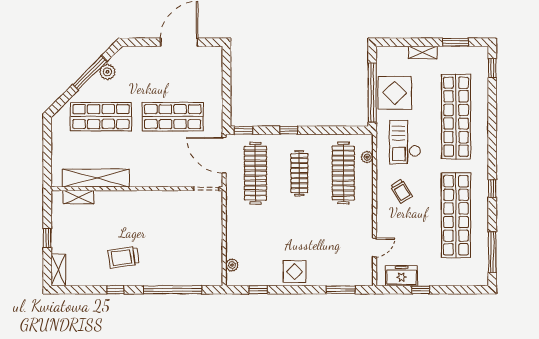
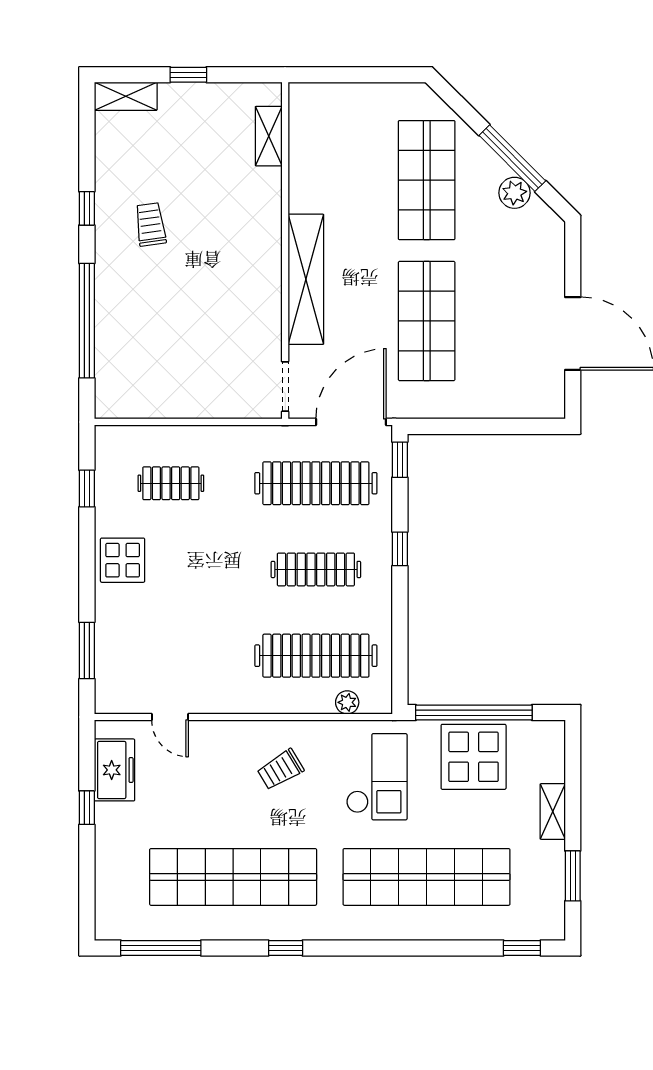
checkout: (405, 142) -> (377, 777), turned 90
shelving: (96, 178) -> (306, 279), moved
clothes rail: (255, 247) -> (171, 483), added
trolley: (124, 257) -> (150, 224), width x0.73, depth x0.72
plant: (232, 265) -> (135, 437), removed

